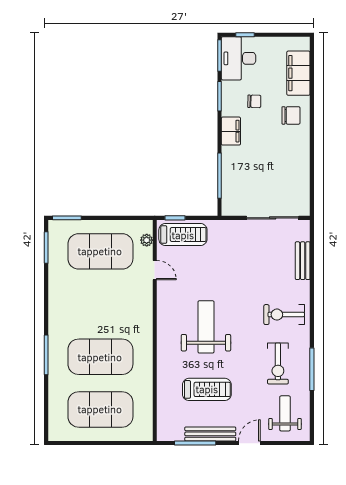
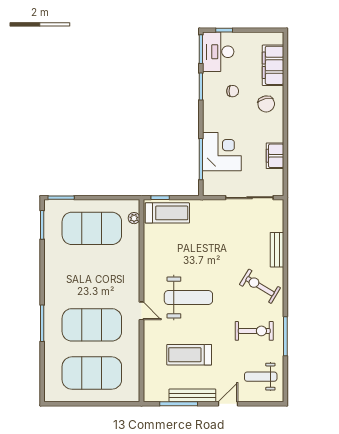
chair: (291, 115) -> (266, 104), turned 76
filing cabinet: (231, 131) -> (275, 156), moved, turned 180
corner desk: (243, 168) -> (222, 152), added
bench: (303, 261) -> (277, 250), moved
door: (155, 270) -> (142, 311), moved
exercise bike: (284, 315) -> (260, 286), turned 31
weight bench: (206, 327) -> (188, 297), turned 90
exercise bike: (278, 363) -> (254, 331), turned -90
treadmill: (207, 389) -> (189, 355), turned 180
weight bench: (285, 413) -> (261, 377), turned -90

